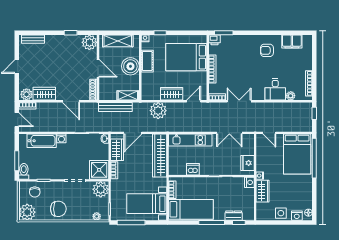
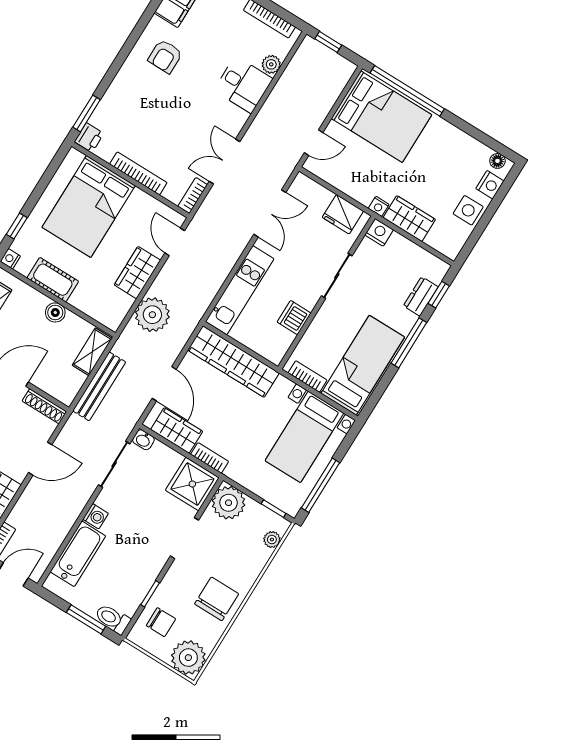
boiler: (130, 66) -> (55, 312), width x0.54, depth x0.54

